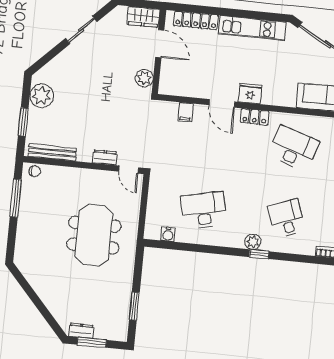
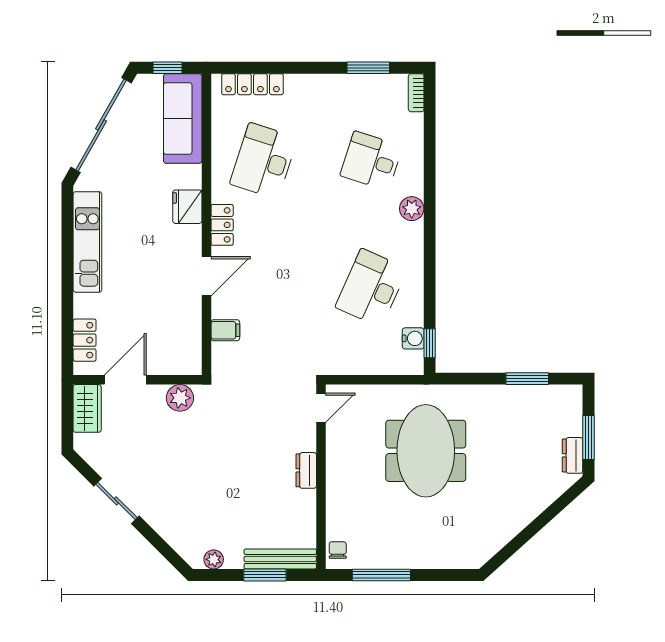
locker: (196, 20) -> (85, 340), width x0.66
fridge: (250, 94) -> (187, 207), moved
plant: (42, 96) -> (214, 559), width x0.53, depth x0.53
bench: (52, 152) -> (280, 559), moved, turned 90
dresser: (105, 157) -> (306, 470), moved
desk: (204, 210) -> (371, 288), turned 36
desk: (287, 218) -> (371, 161), turned 39
meeting table: (94, 235) -> (426, 451), turned 90
window: (259, 254) -> (430, 343), moved

